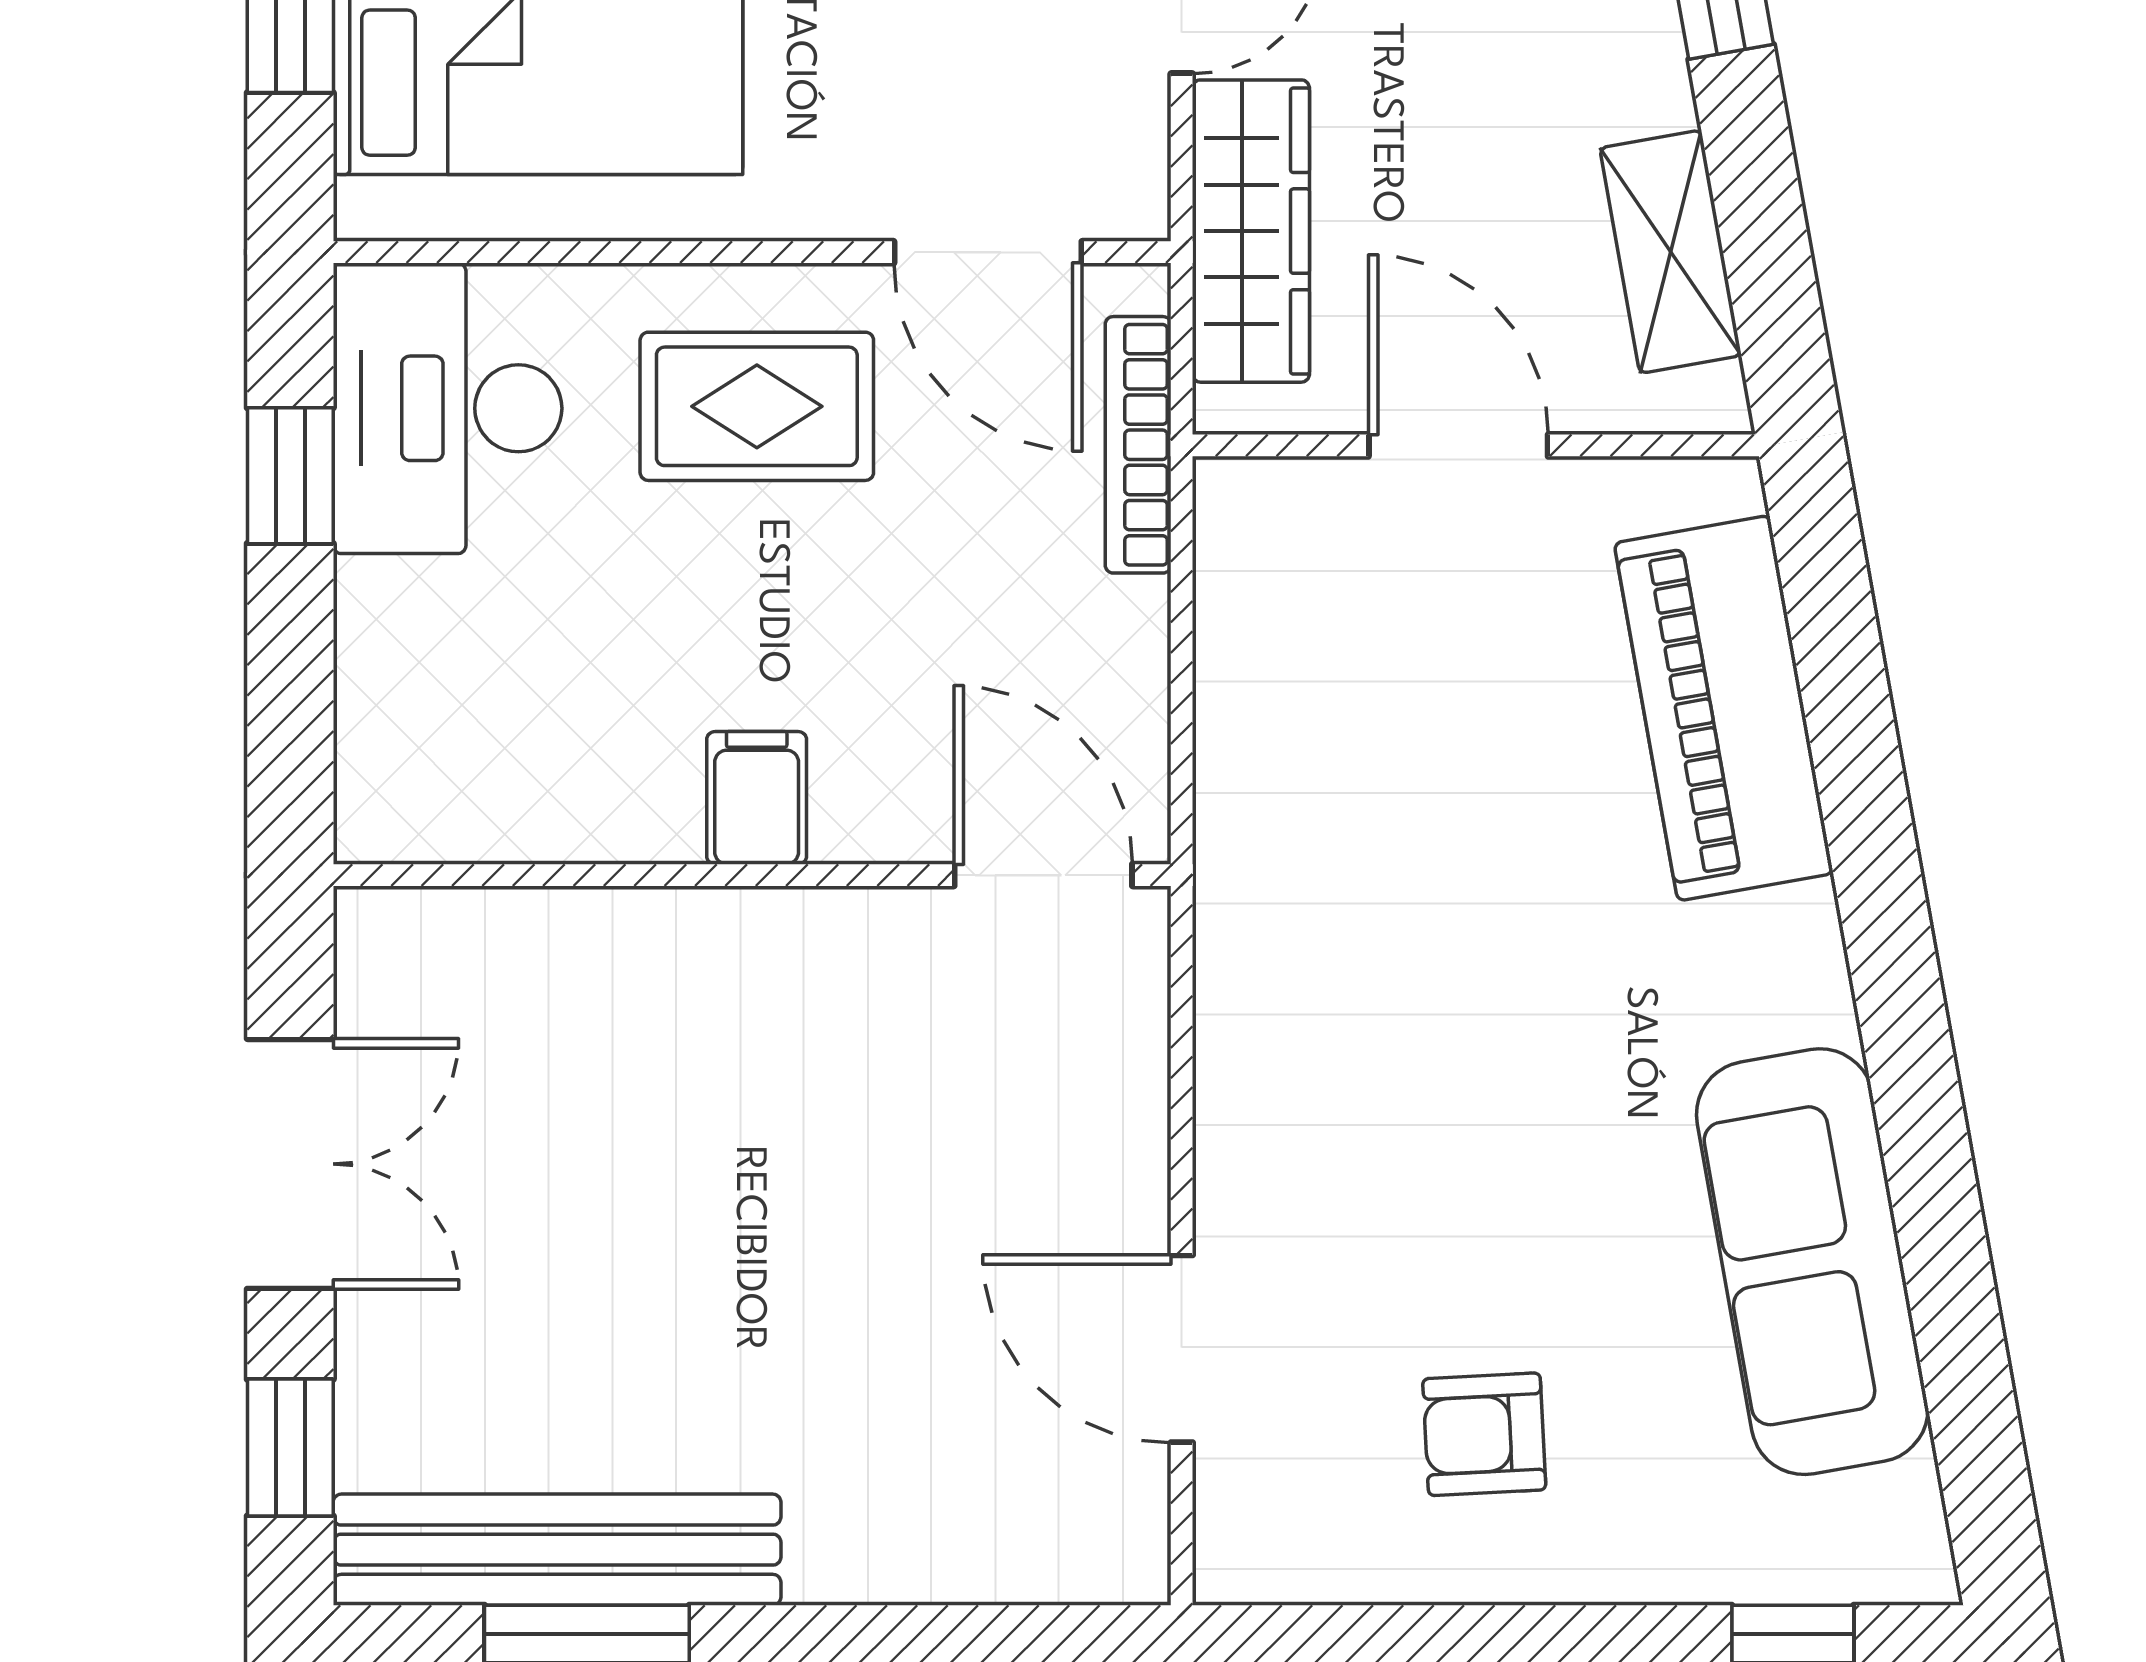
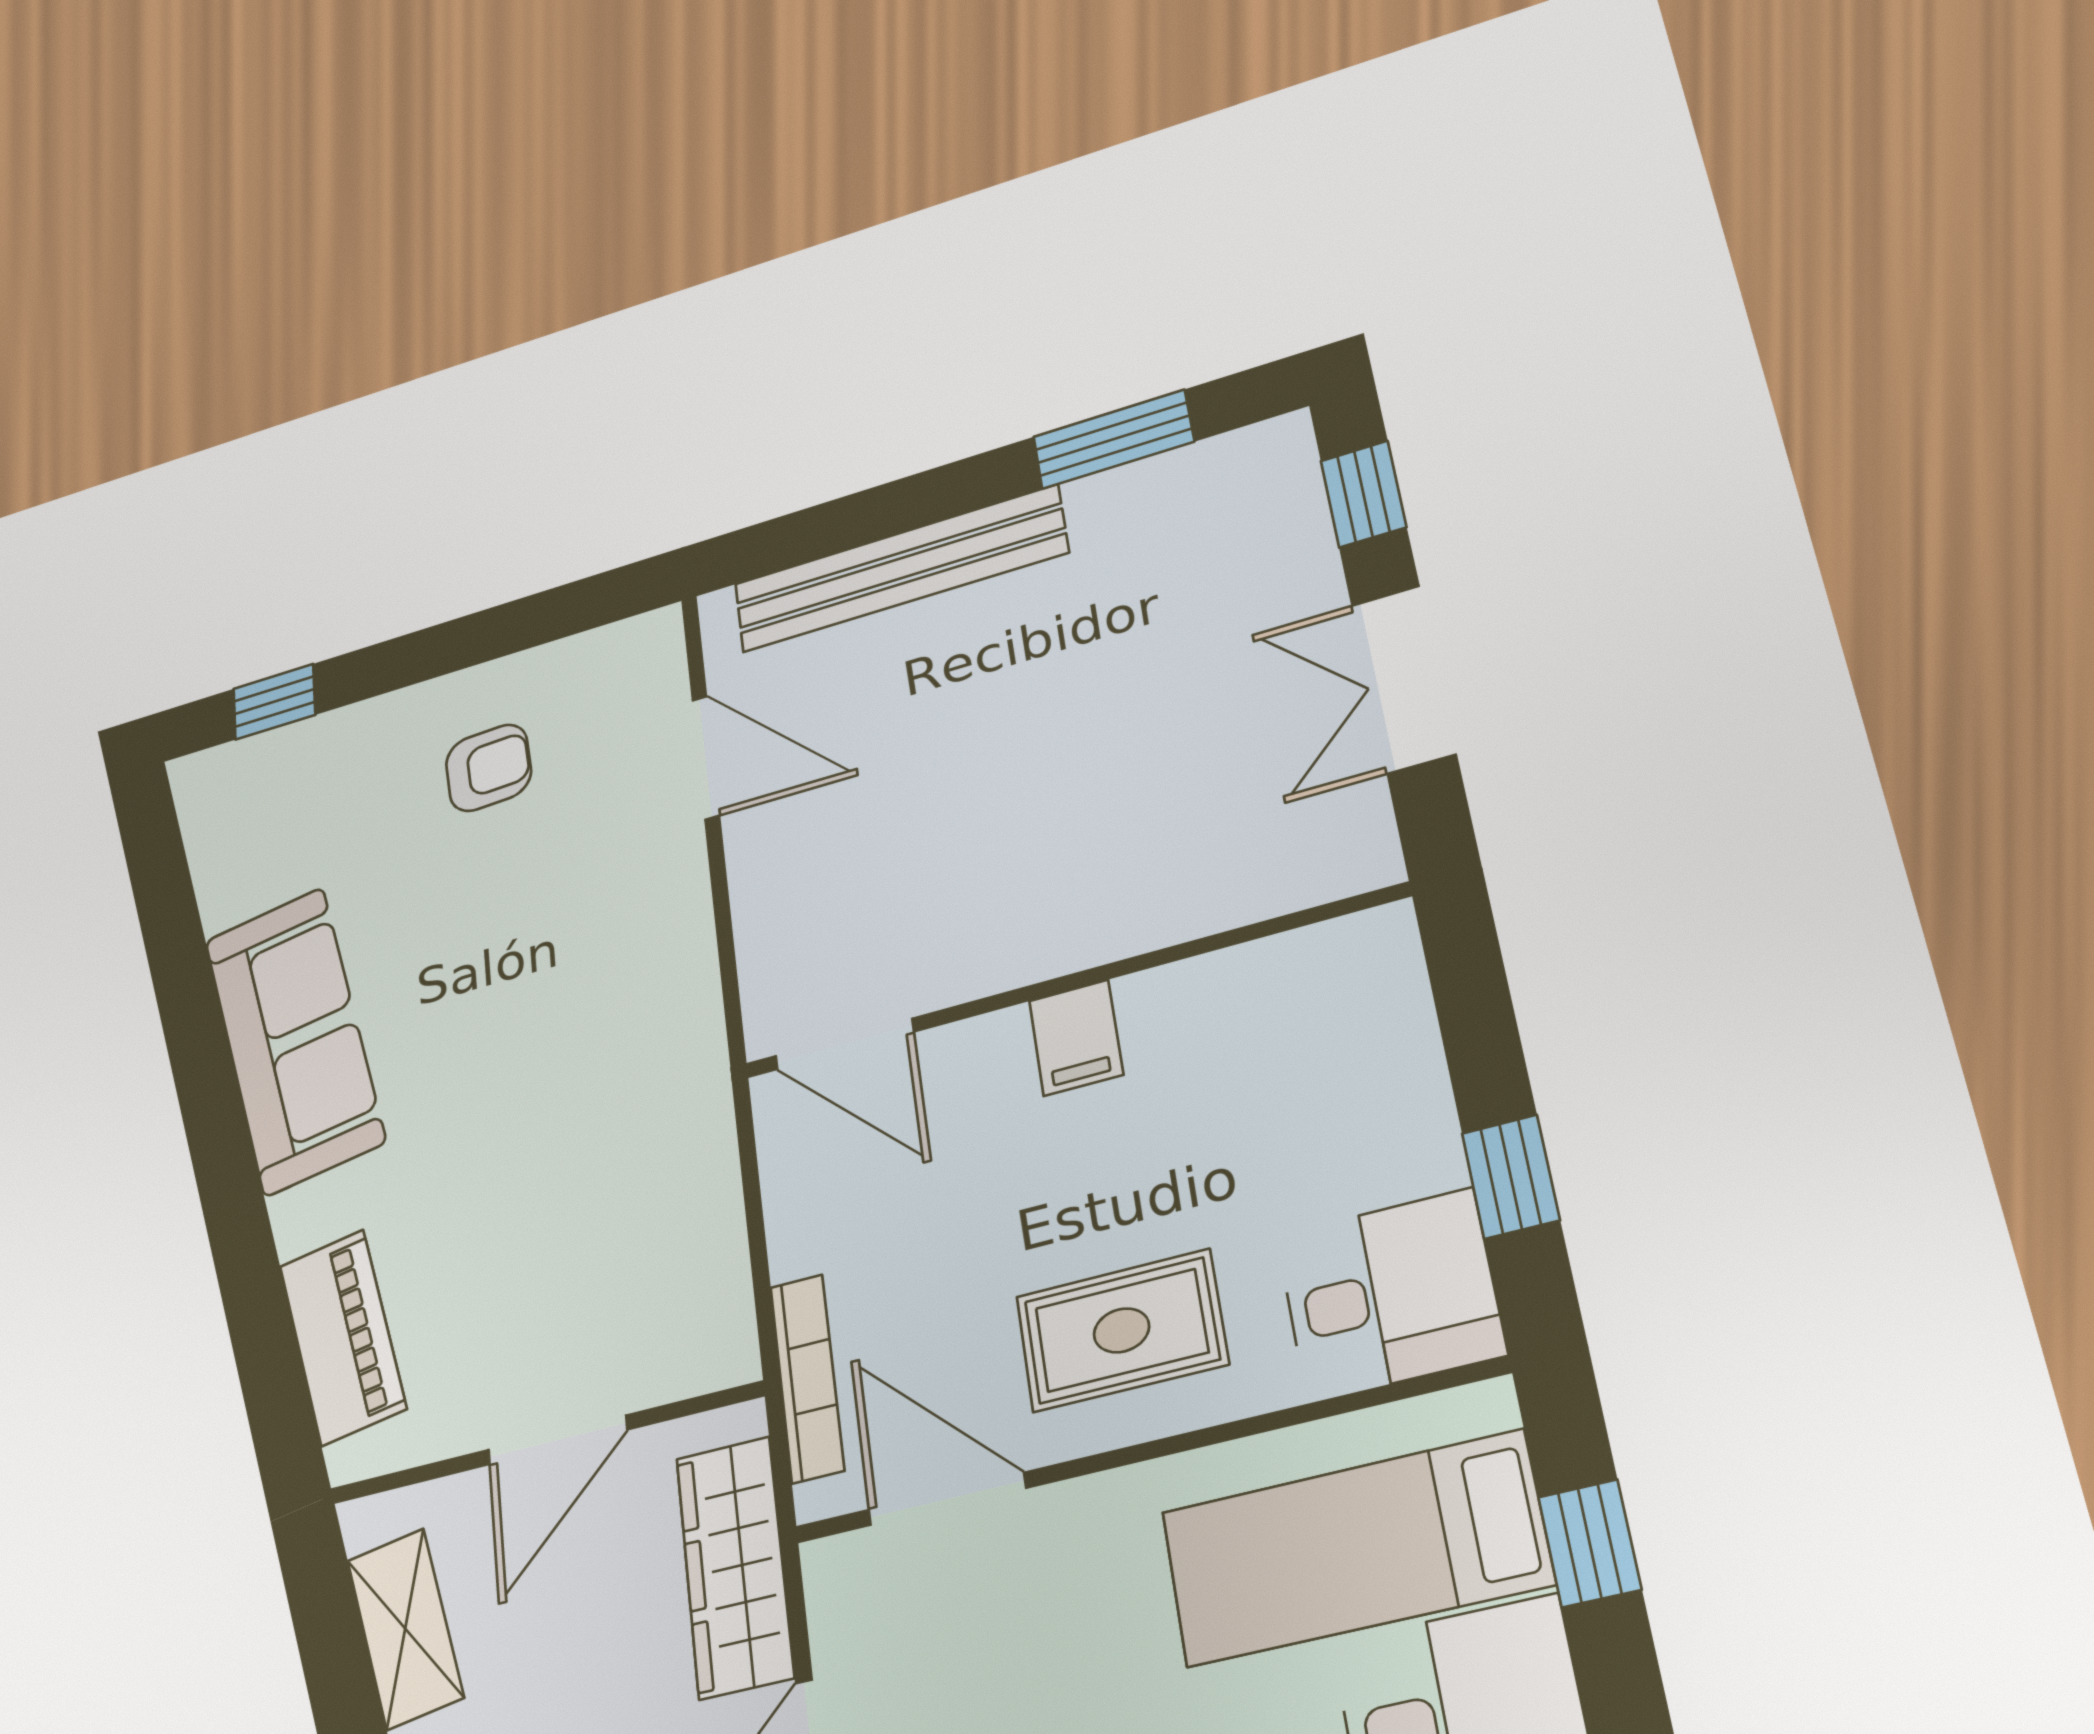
desk: (448, 408) -> (1390, 1295), width x0.73
door: (1458, 445) -> (558, 1440), hinge flipped
piano: (1724, 708) -> (343, 1337), width x0.73, depth x0.75
sofa: (1812, 1262) -> (294, 1040), moved
bench: (557, 1550) -> (900, 569), moved

